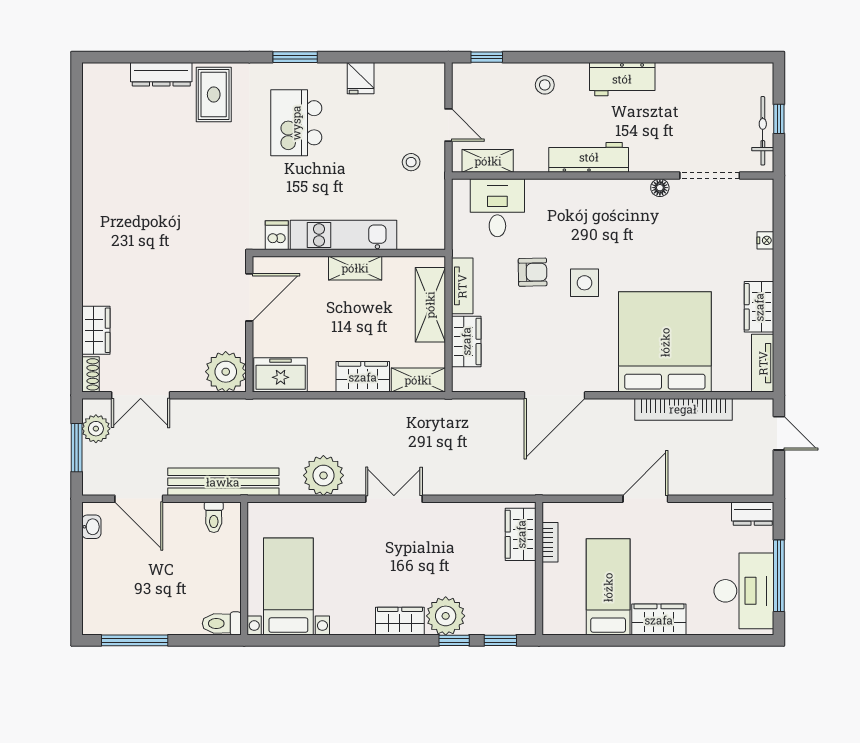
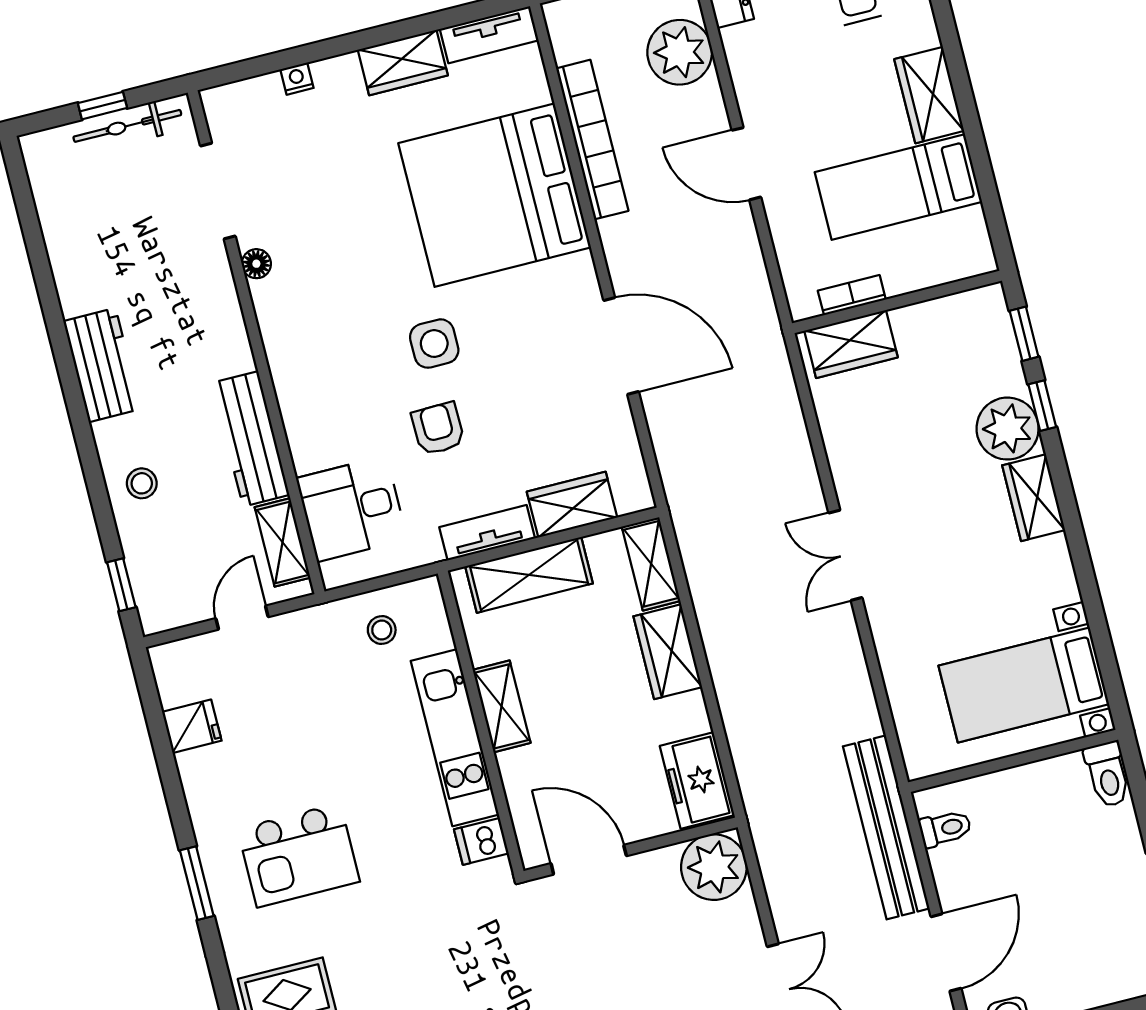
fridge: (361, 78) -> (192, 726), moved
workbench: (589, 157) -> (251, 439), moved
stool: (411, 162) -> (382, 630), moved
plant: (323, 475) -> (680, 52), moved

